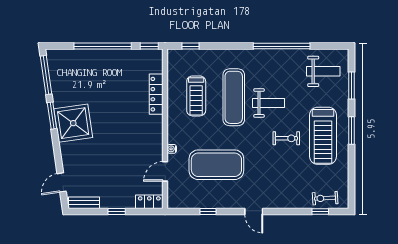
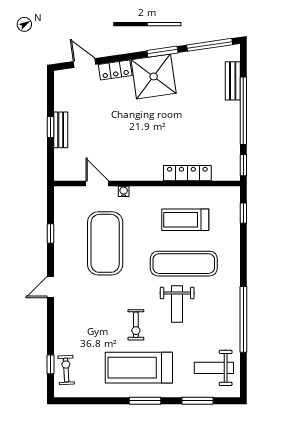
bench: (77, 55) -> (233, 81), added
weight bench: (323, 71) -> (214, 368), turned 90
locker: (149, 202) -> (115, 70), moved, turned 82
bench: (84, 203) -> (61, 130), moved

